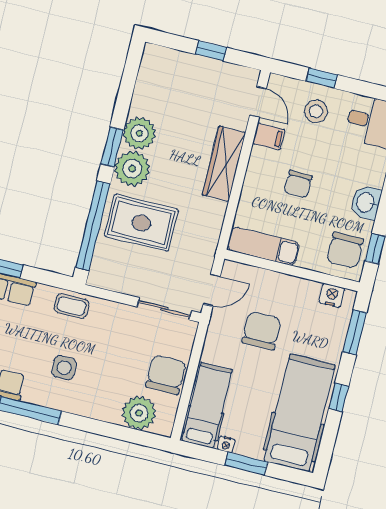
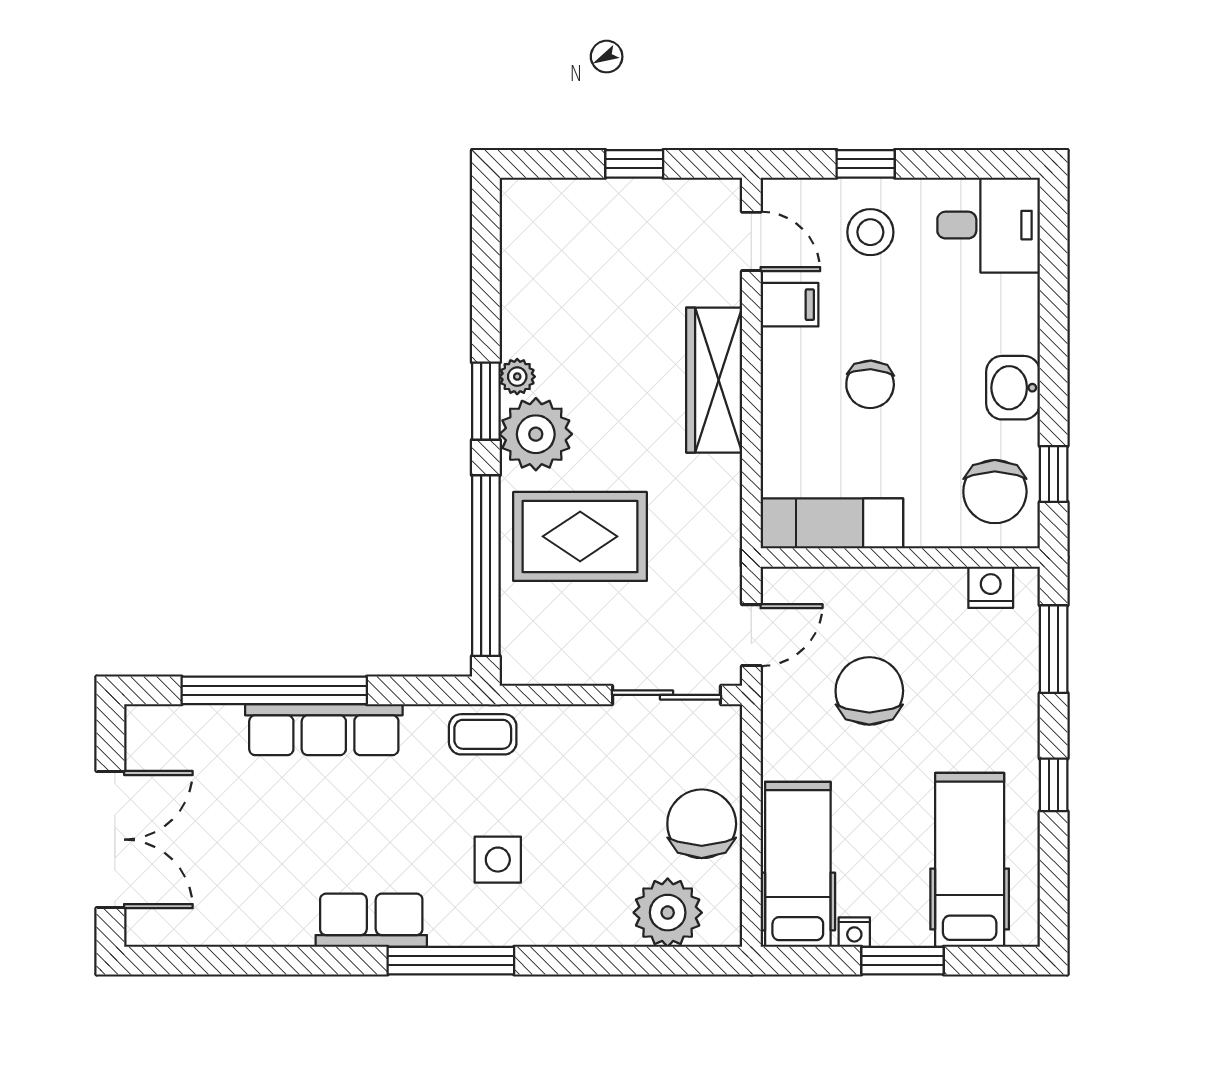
plant: (139, 133) -> (517, 377), width x0.53, depth x0.53
hospital bed: (300, 413) -> (970, 860), width x0.73, depth x0.78

